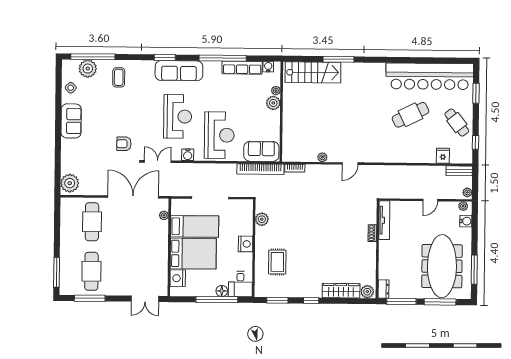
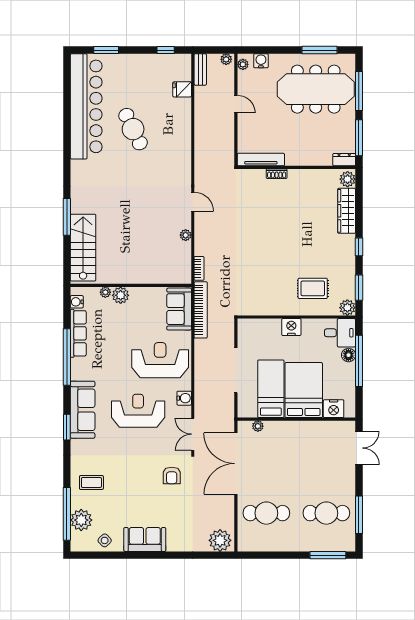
cafe table: (457, 123) -> (142, 73), removed
plant: (262, 219) -> (347, 308), moved

